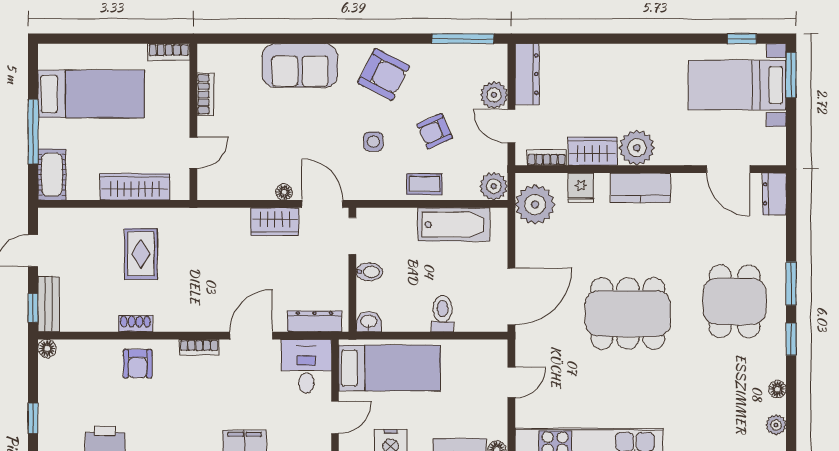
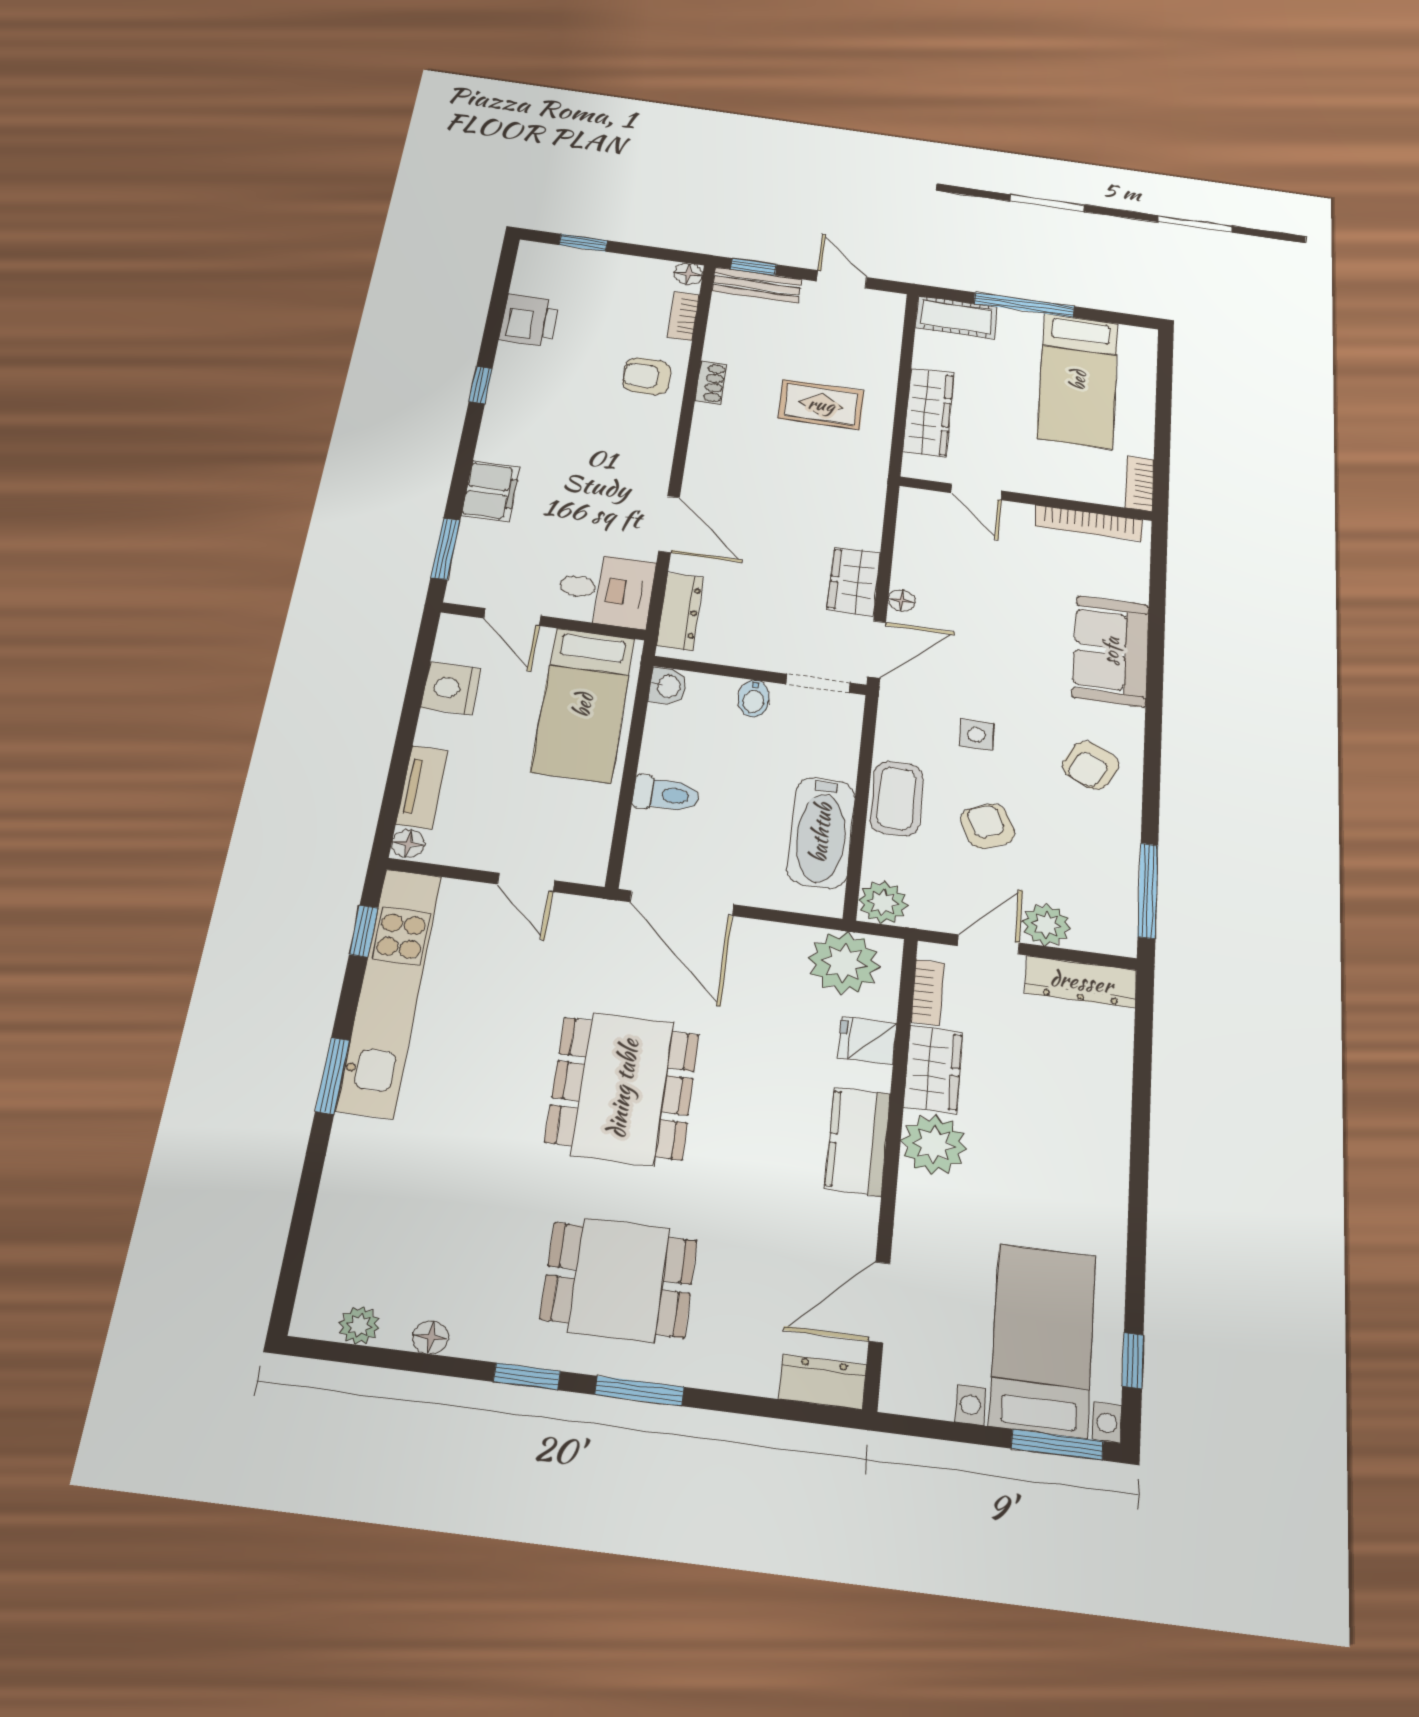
armchair: (384, 74) -> (1091, 765), width x0.72, depth x0.72
bookcase: (205, 94) -> (1089, 523), width x1.56
coffee table: (424, 184) -> (897, 799), width x1.36, depth x1.30
bookcase: (199, 347) -> (683, 316), moved

